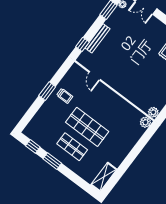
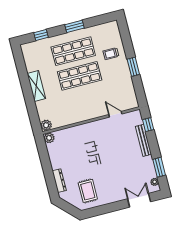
trolley: (65, 96) -> (111, 54), moved
window: (33, 146) -> (41, 35), moved
shop shelf: (72, 147) -> (73, 51), width x1.43, depth x1.36
shelving: (104, 177) -> (36, 86), moved

